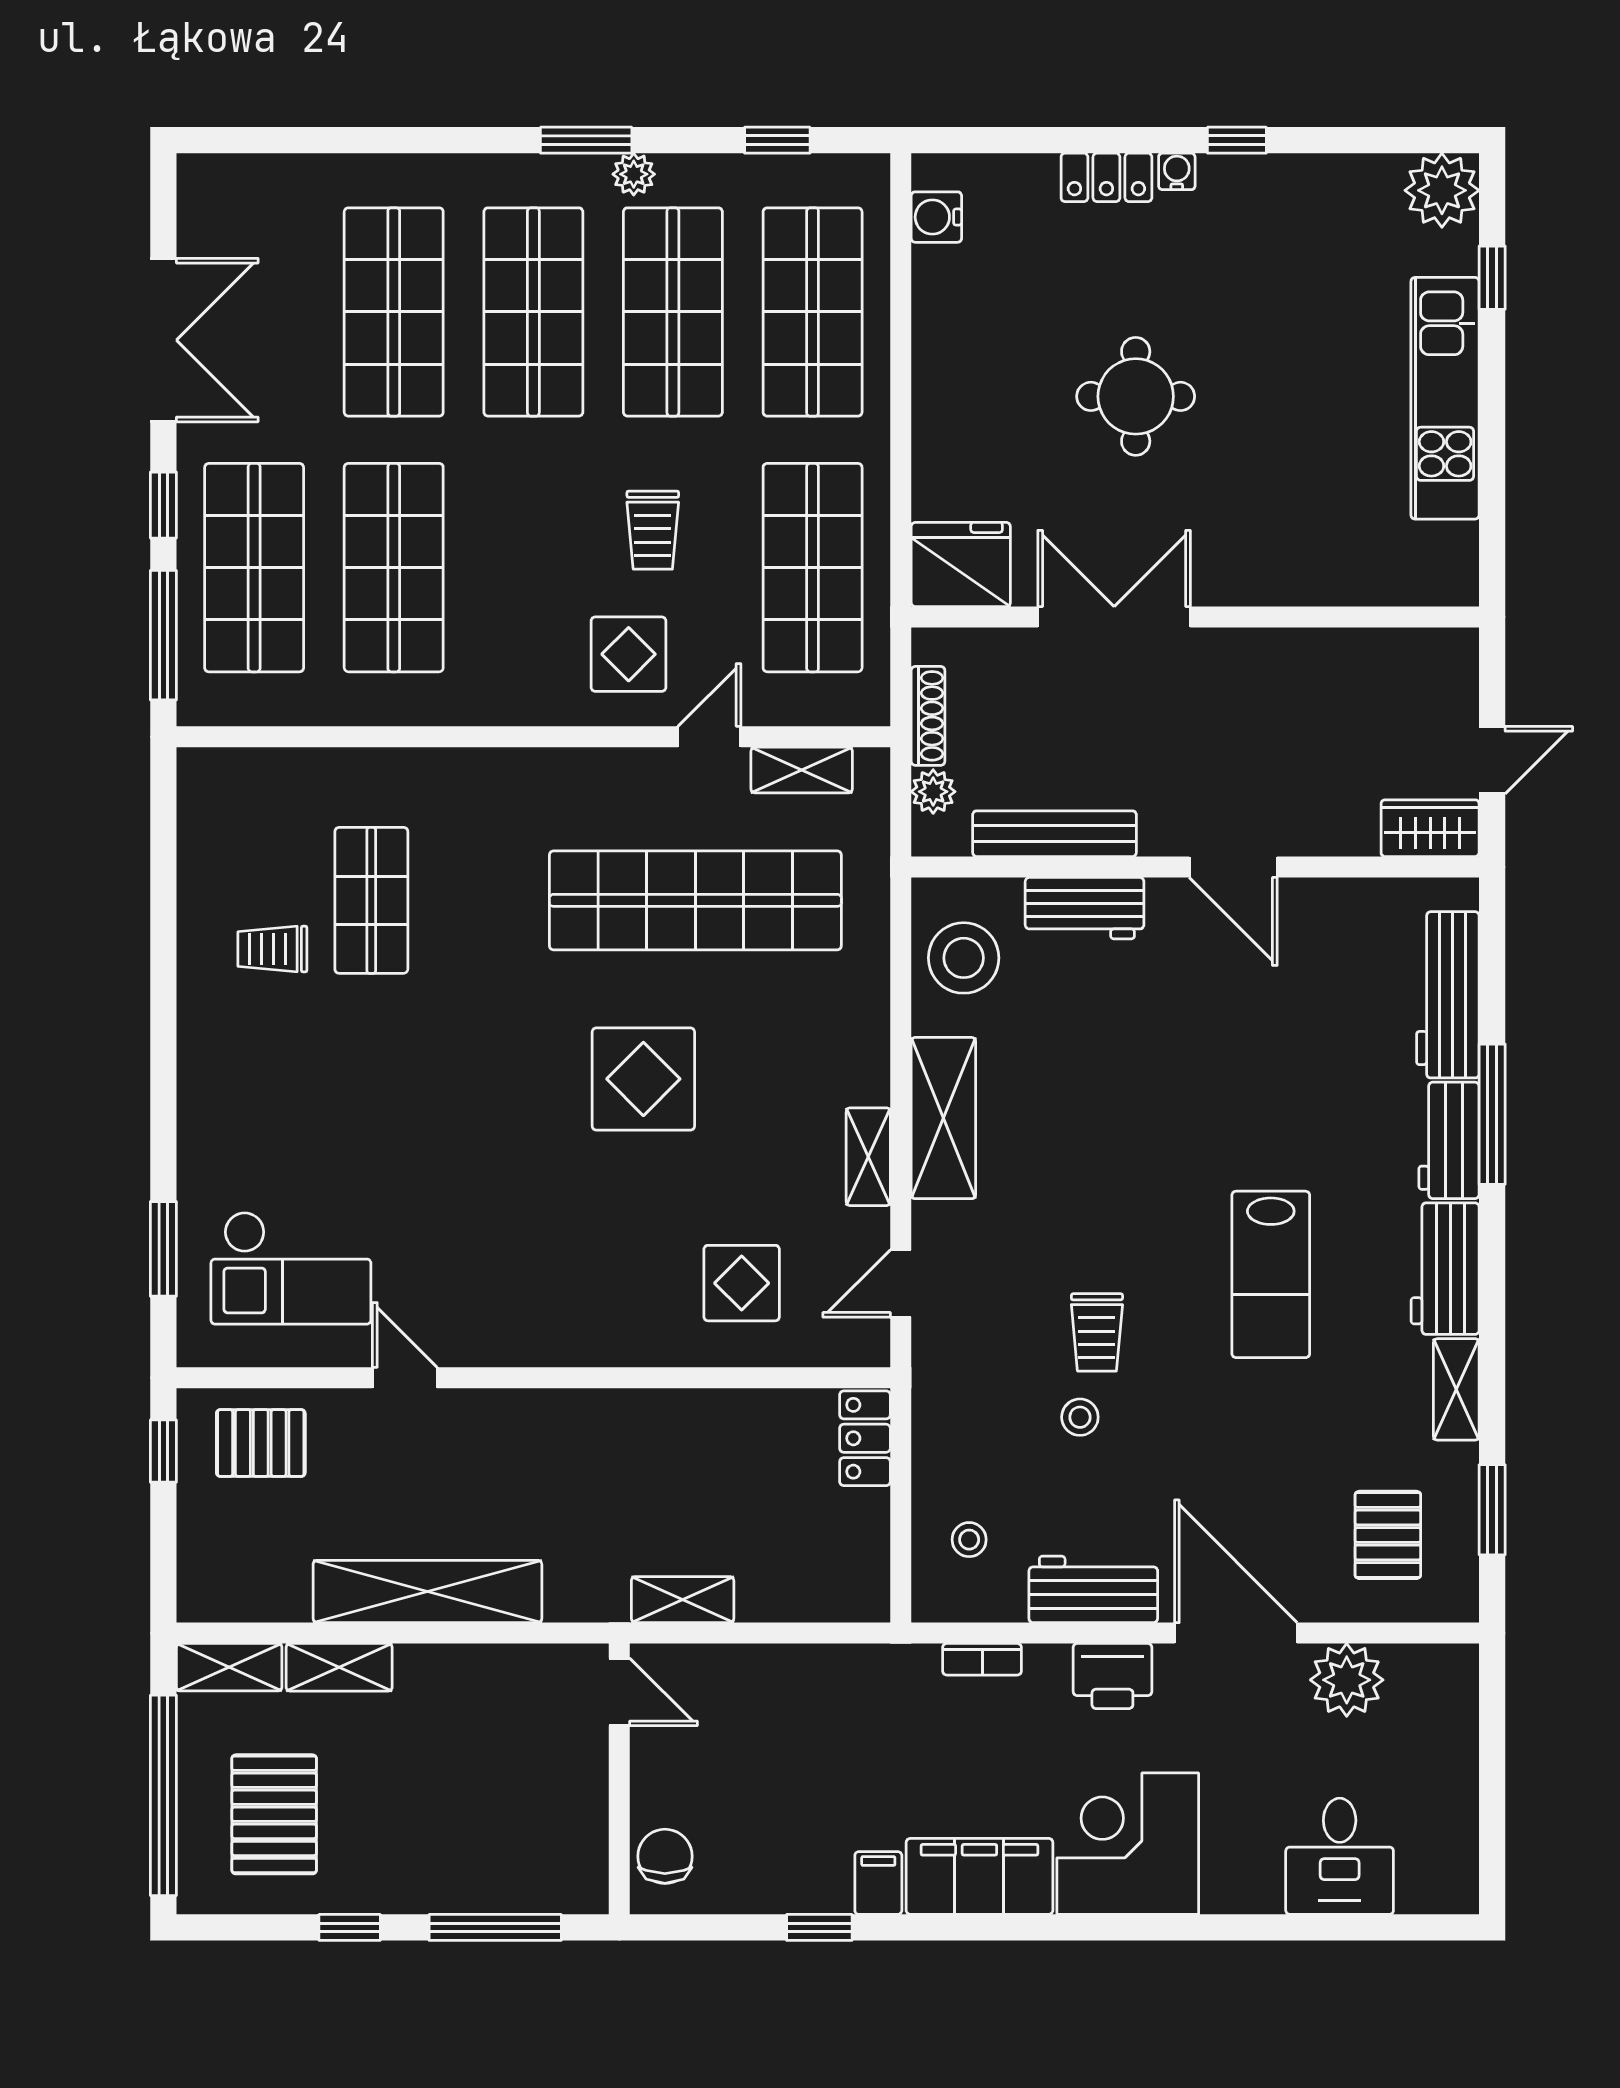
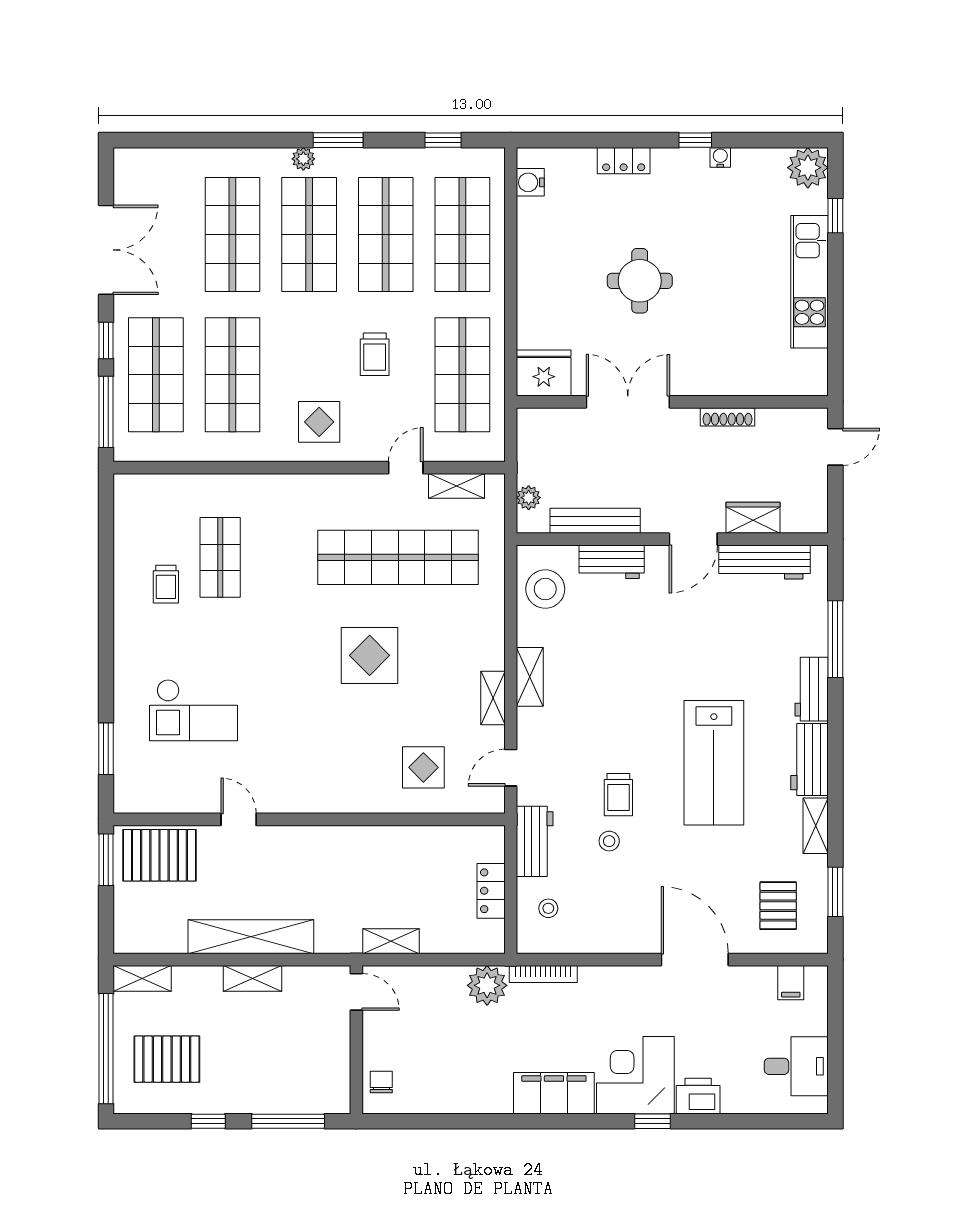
water cooler: (1177, 171) -> (720, 157), moved
plant: (634, 174) -> (303, 159), moved
display table: (629, 654) -> (319, 422), moved
shoe rack: (928, 716) -> (728, 417), moved, turned 90
door: (1492, 760) -> (835, 447), moved
wardrobe: (1430, 828) -> (753, 518), moved
door: (1233, 867) -> (693, 539), hinge flipped
trolley: (272, 949) -> (166, 584), turned -90
workbench: (1448, 995) -> (764, 562), moved, turned -90
window: (1492, 1114) -> (835, 639), moved
shelving: (943, 1118) -> (530, 677), width x0.67, depth x0.75
checkout: (291, 1268) -> (194, 710), moved
lab bench: (1271, 1274) -> (714, 763), width x1.36, depth x1.39
locker: (865, 1438) -> (491, 891), moved
pallet: (261, 1443) -> (159, 855), width x1.50, depth x1.42
window: (163, 1451) -> (106, 860), width x1.50
workbench: (1093, 1589) -> (535, 841), moved, turned 90
bookcase: (982, 1659) -> (543, 974), width x1.56
shelving: (339, 1667) -> (252, 978), moved
printer: (1112, 1676) -> (698, 1096), moved, turned 180
plant: (1347, 1680) -> (487, 985), moved
pallet: (274, 1814) -> (167, 1059), turned 90
chair: (665, 1856) -> (381, 1082), width x0.73, depth x0.73
desk: (1340, 1856) -> (796, 1066), moved, turned -90
filing cabinet: (878, 1883) -> (791, 983), moved, turned 180
window: (819, 1927) -> (652, 1121), moved

